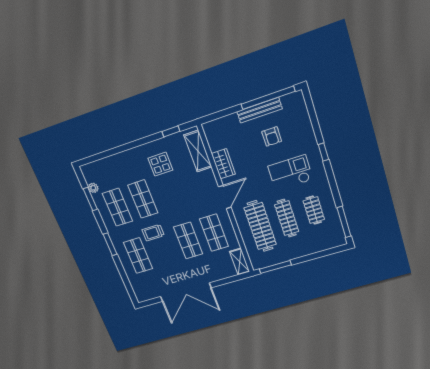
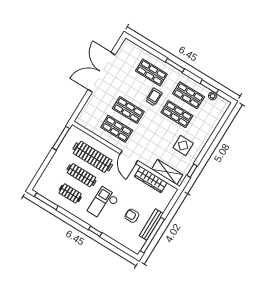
wardrobe: (223, 164) -> (151, 180), width x1.50
checkout: (290, 173) -> (103, 204), turned 180
shelving: (240, 262) -> (86, 123), removed

